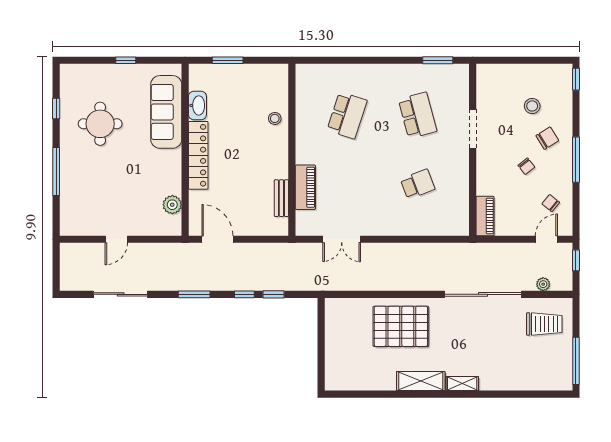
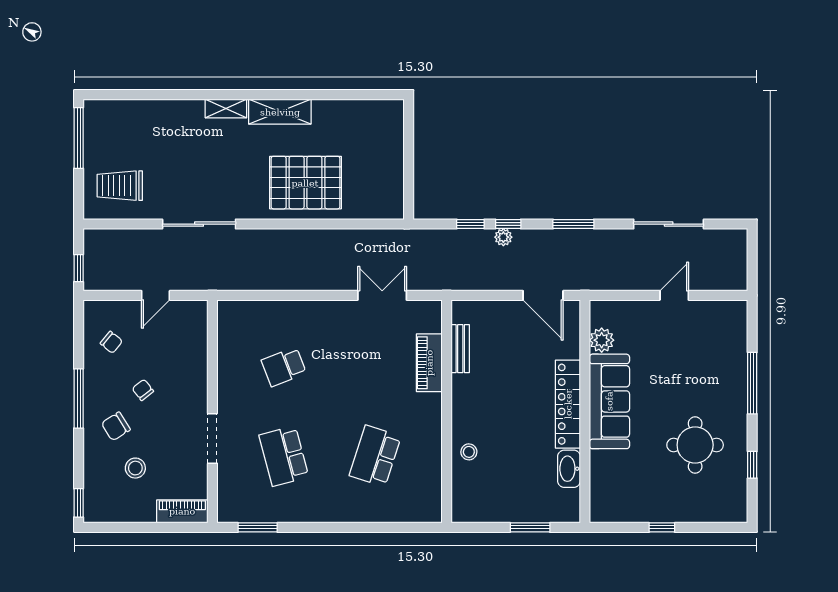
sofa: (166, 112) -> (609, 401), moved
piano: (485, 216) -> (182, 511), moved, turned 90
door: (546, 239) -> (156, 295), moved
plant: (543, 284) -> (503, 237), moved
sliding door: (483, 294) -> (199, 224), width x0.73

